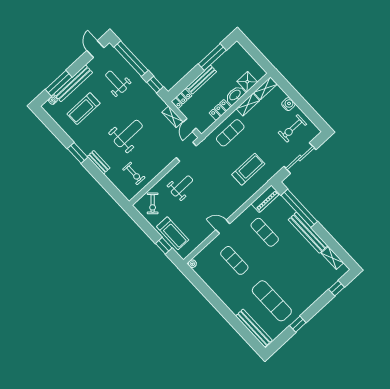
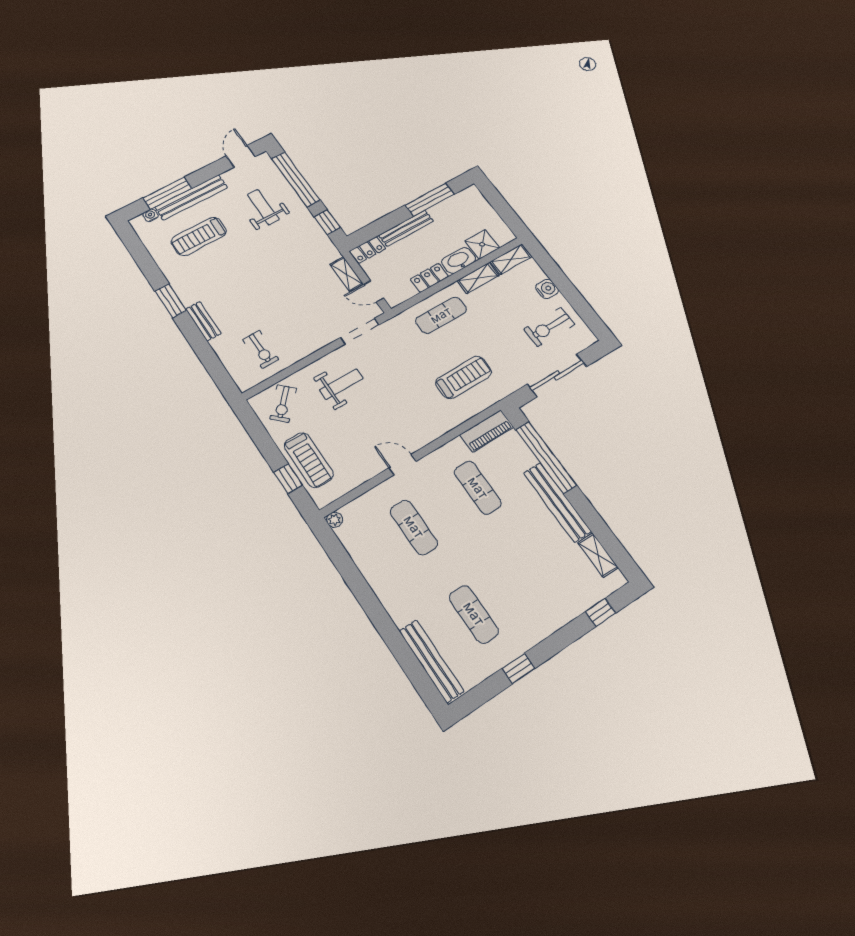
door: (190, 125) -> (374, 291), hinge flipped
weight bench: (128, 134) -> (266, 286), removed
exercise mat: (272, 301) -> (474, 614), width x0.73, depth x0.69

